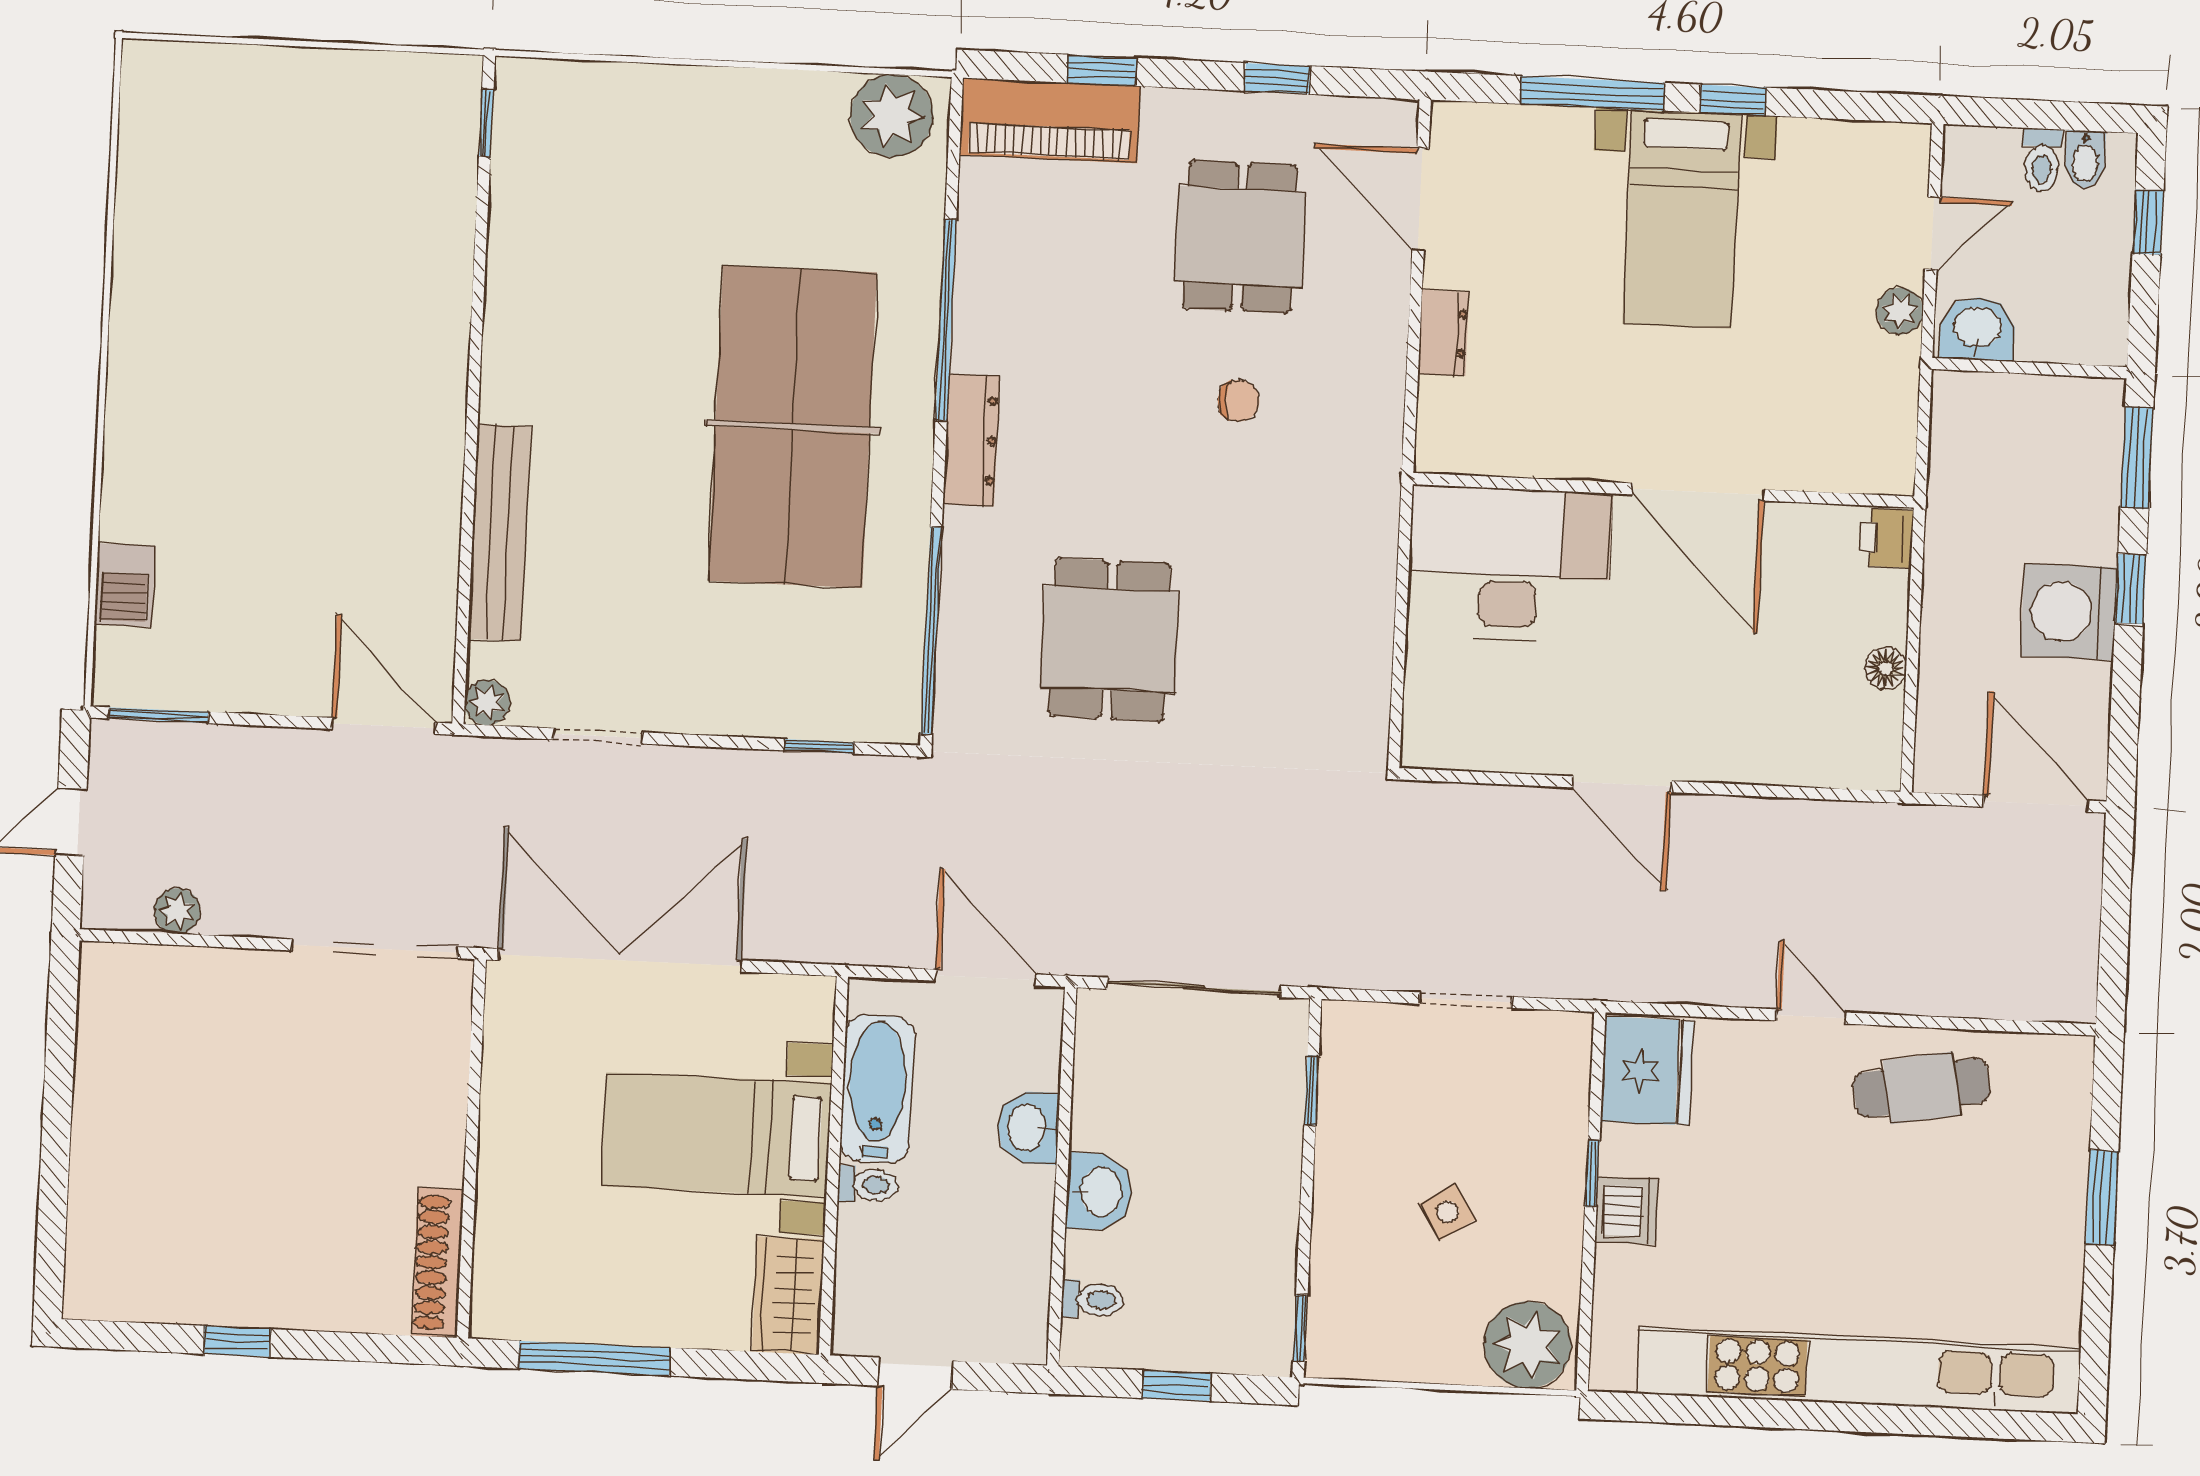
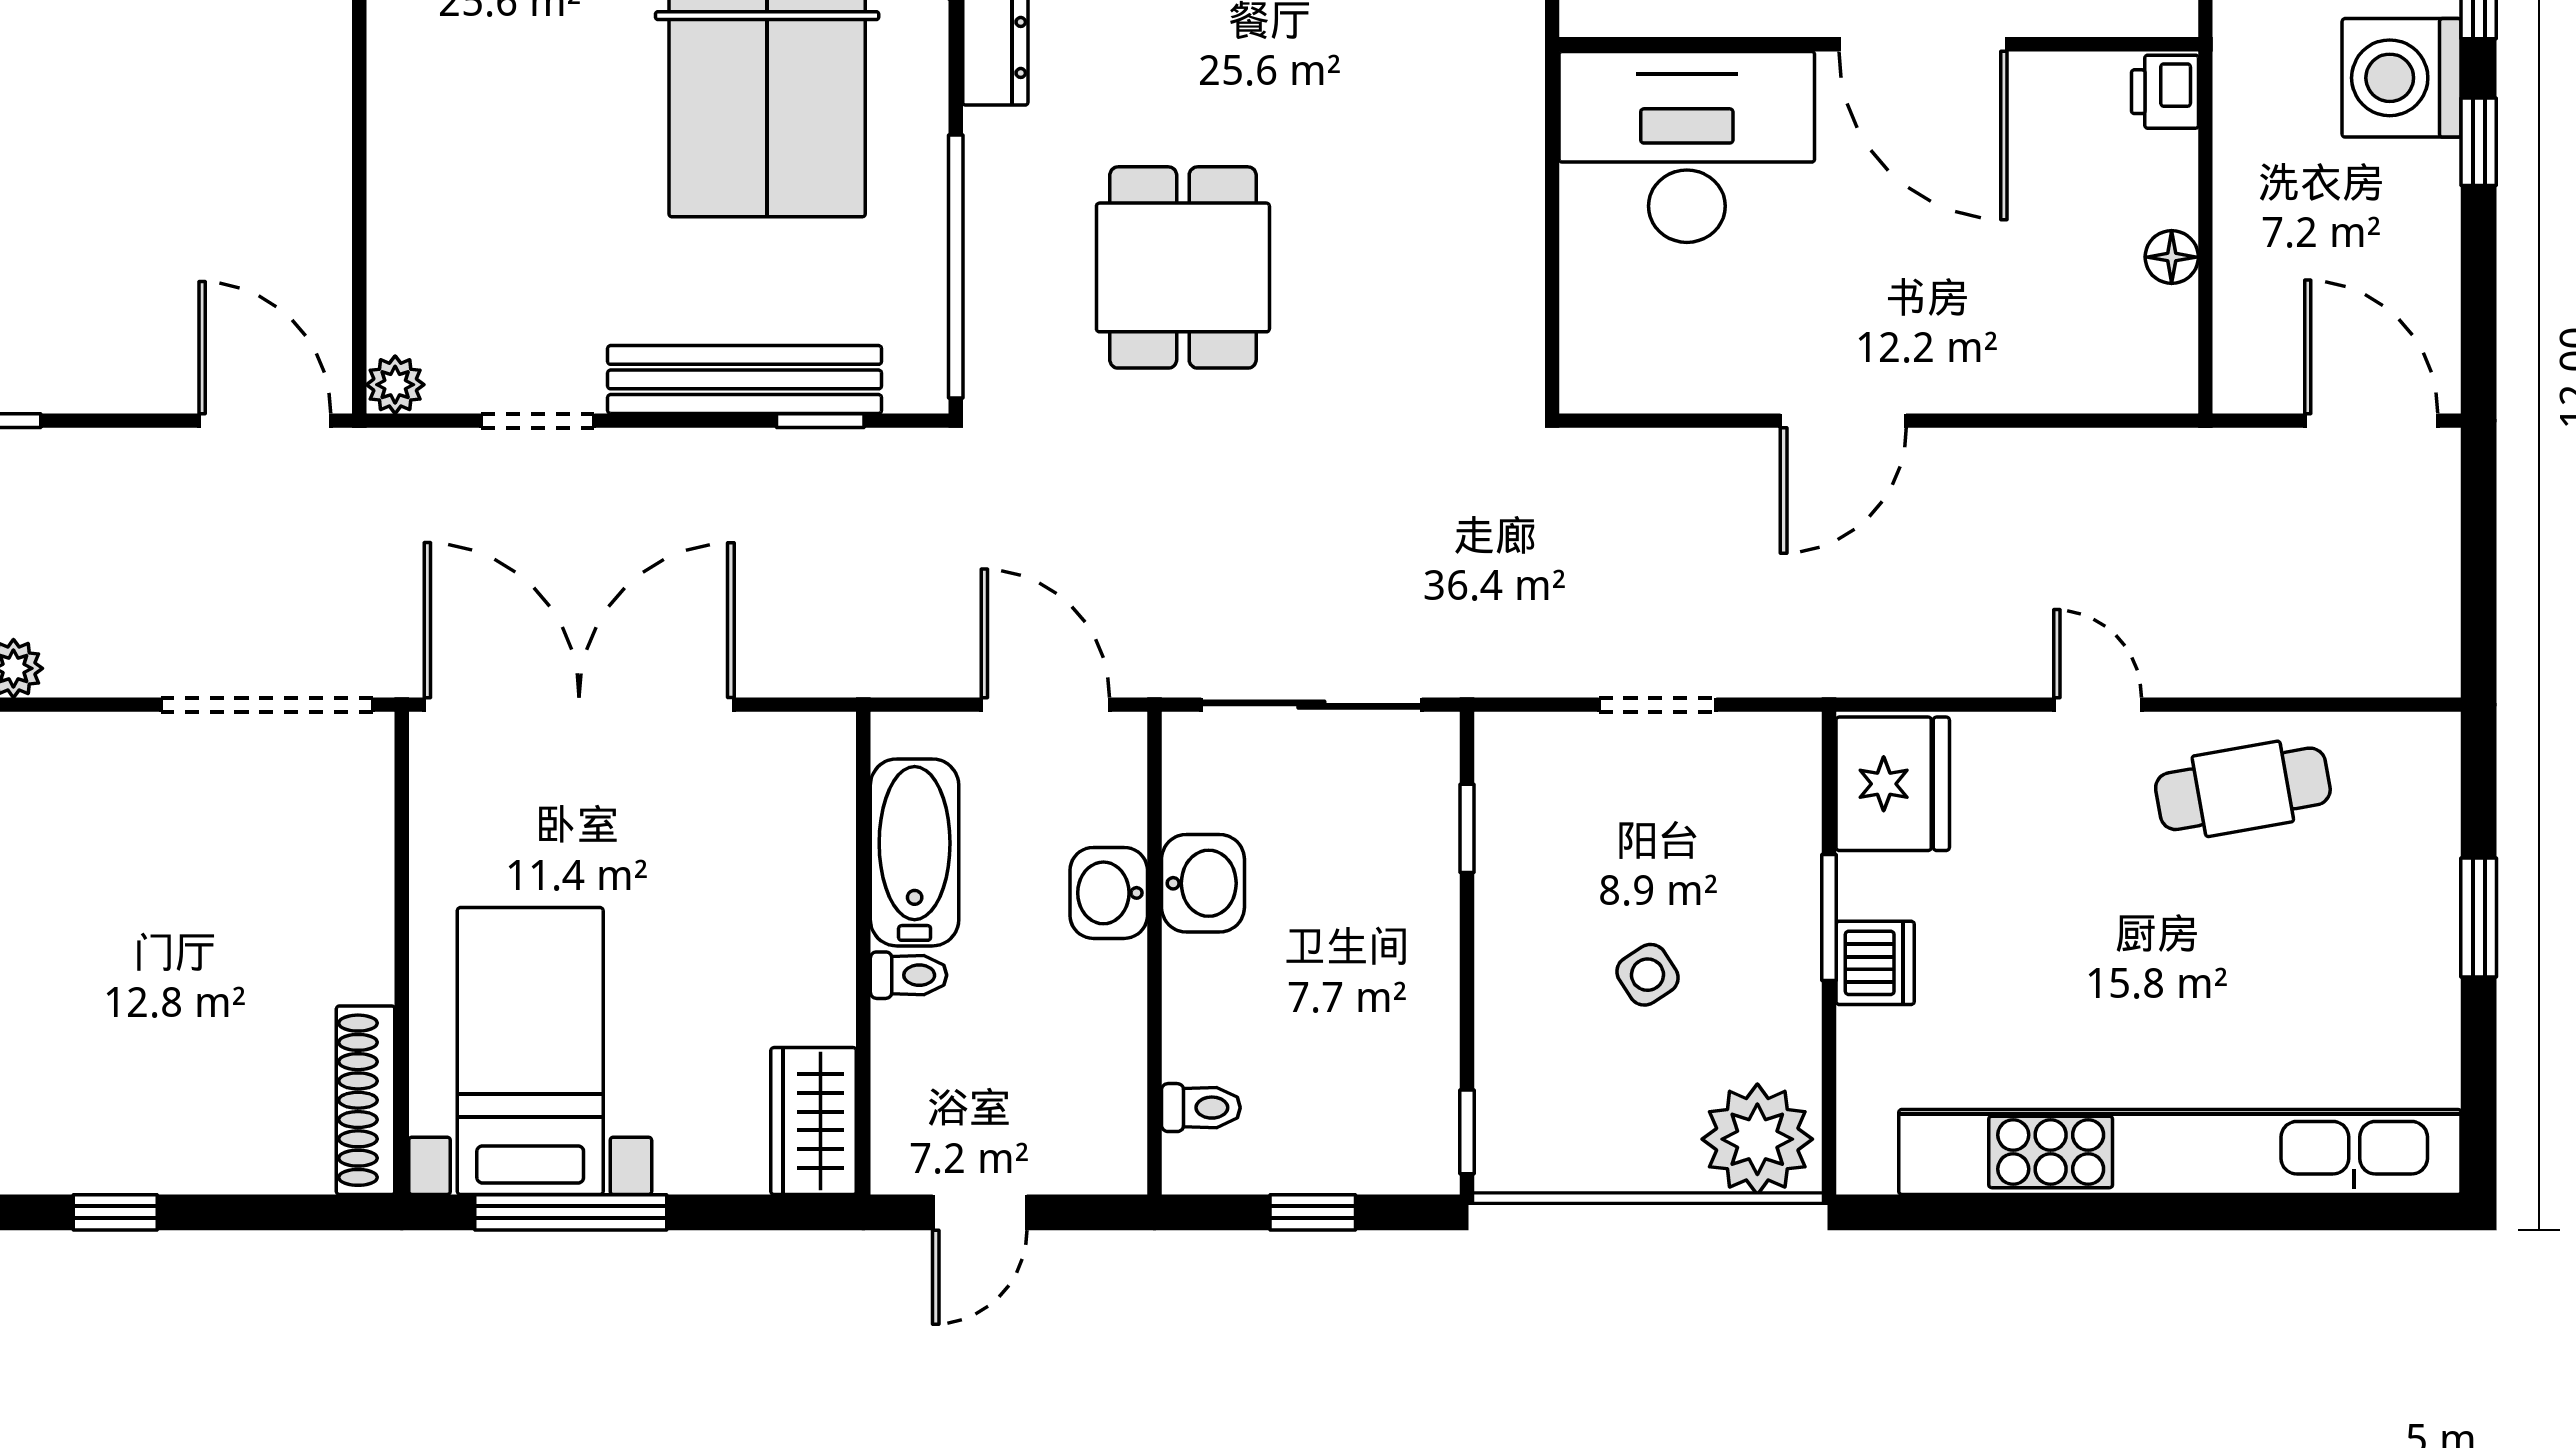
bench: (499, 533) -> (745, 379), moved, turned 90
washing machine: (2069, 612) -> (2402, 78), moved
door: (1622, 784) -> (1843, 421), hinge flipped
bed with nightstands: (716, 1135) -> (530, 1051), moved, turned 90
window: (1592, 1174) -> (1829, 918), width x1.50
washbasin: (1099, 1192) -> (1203, 883), moved

